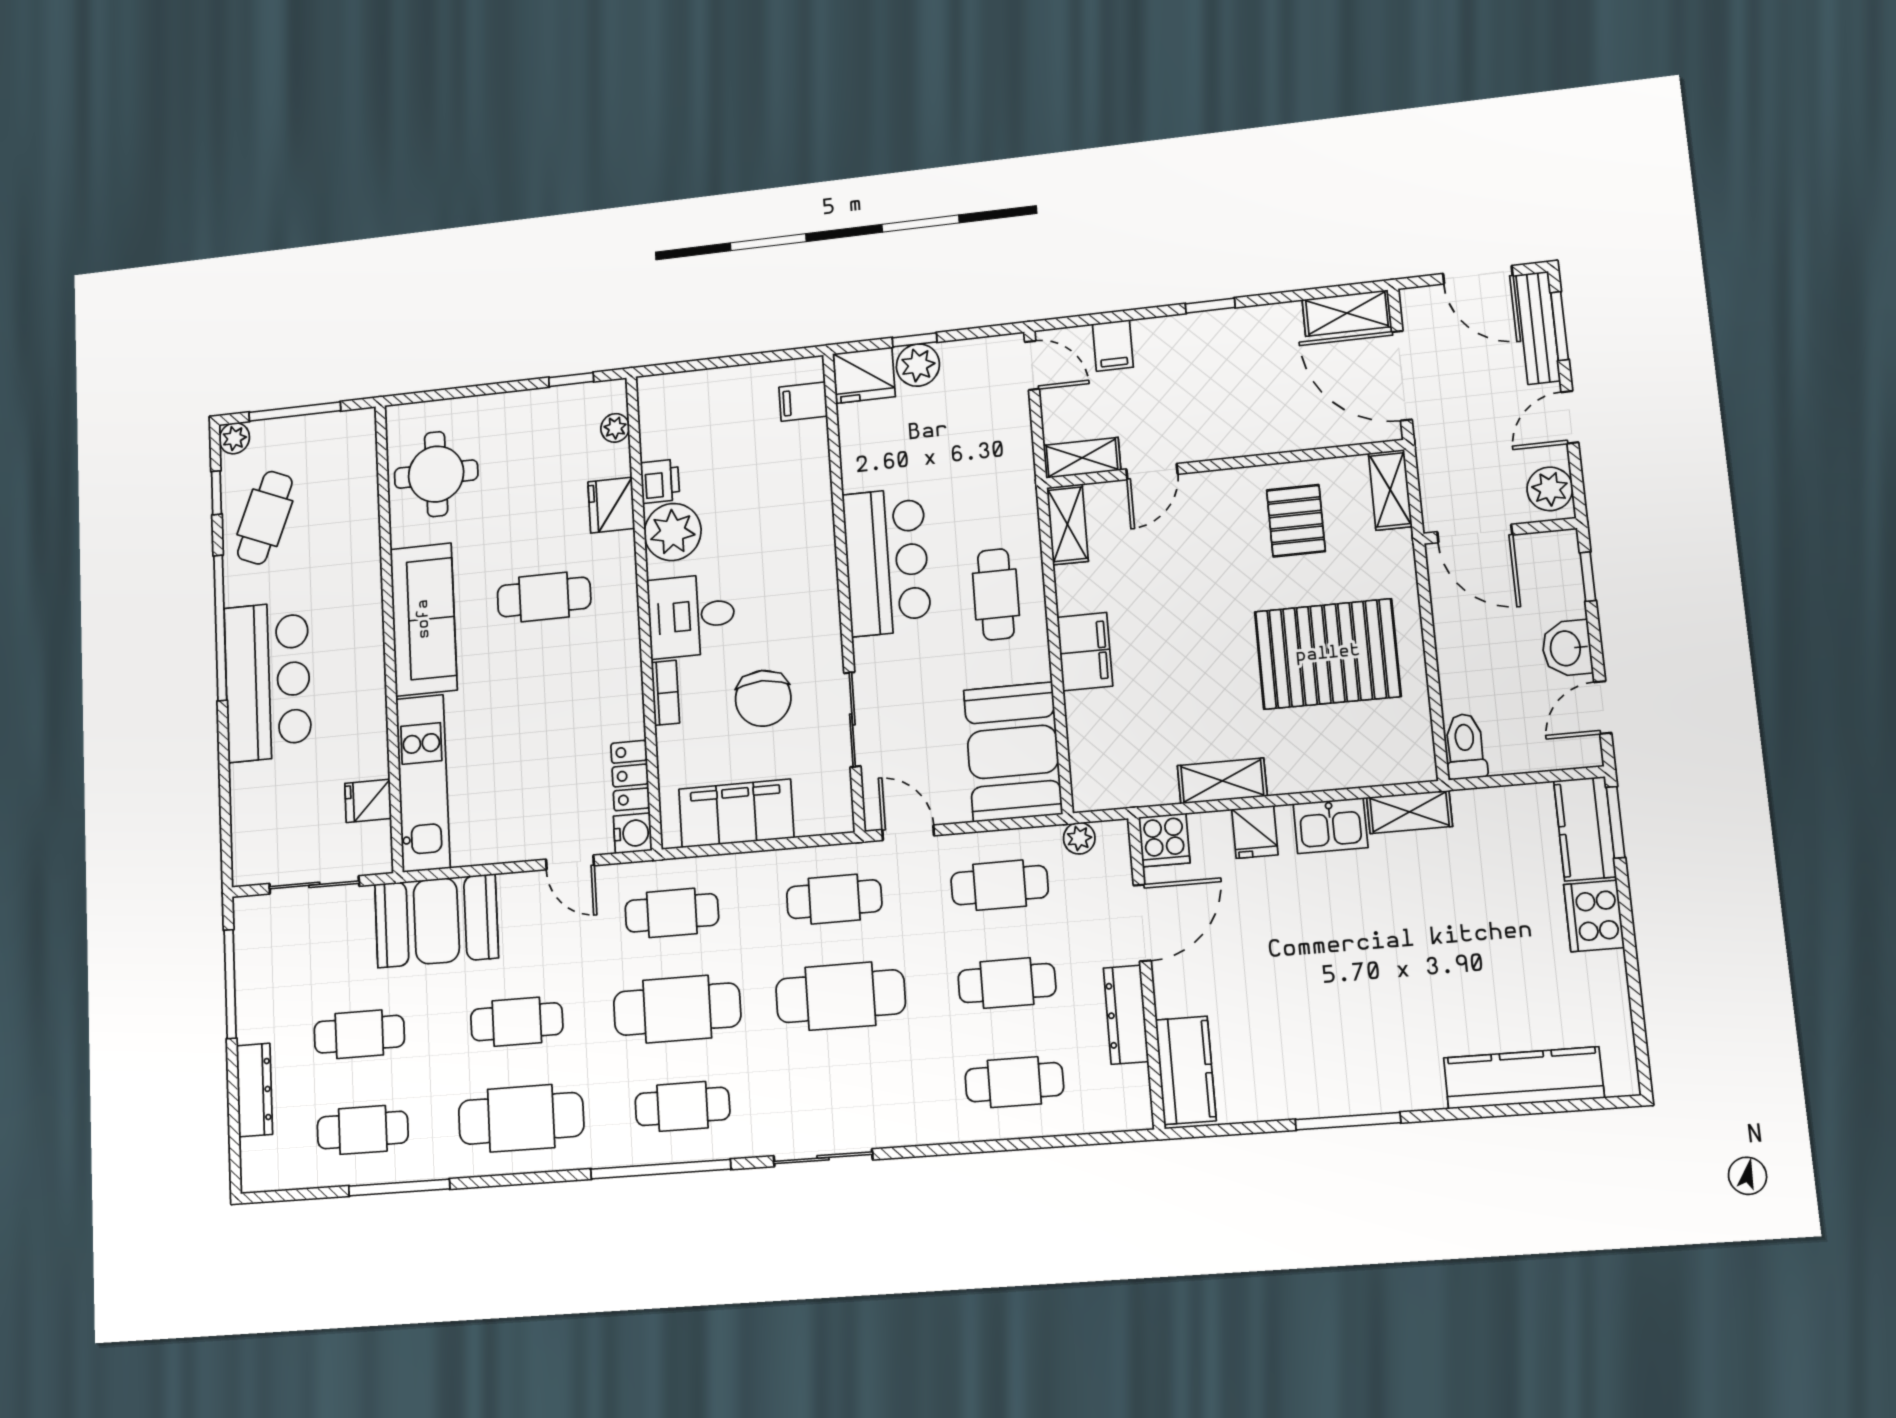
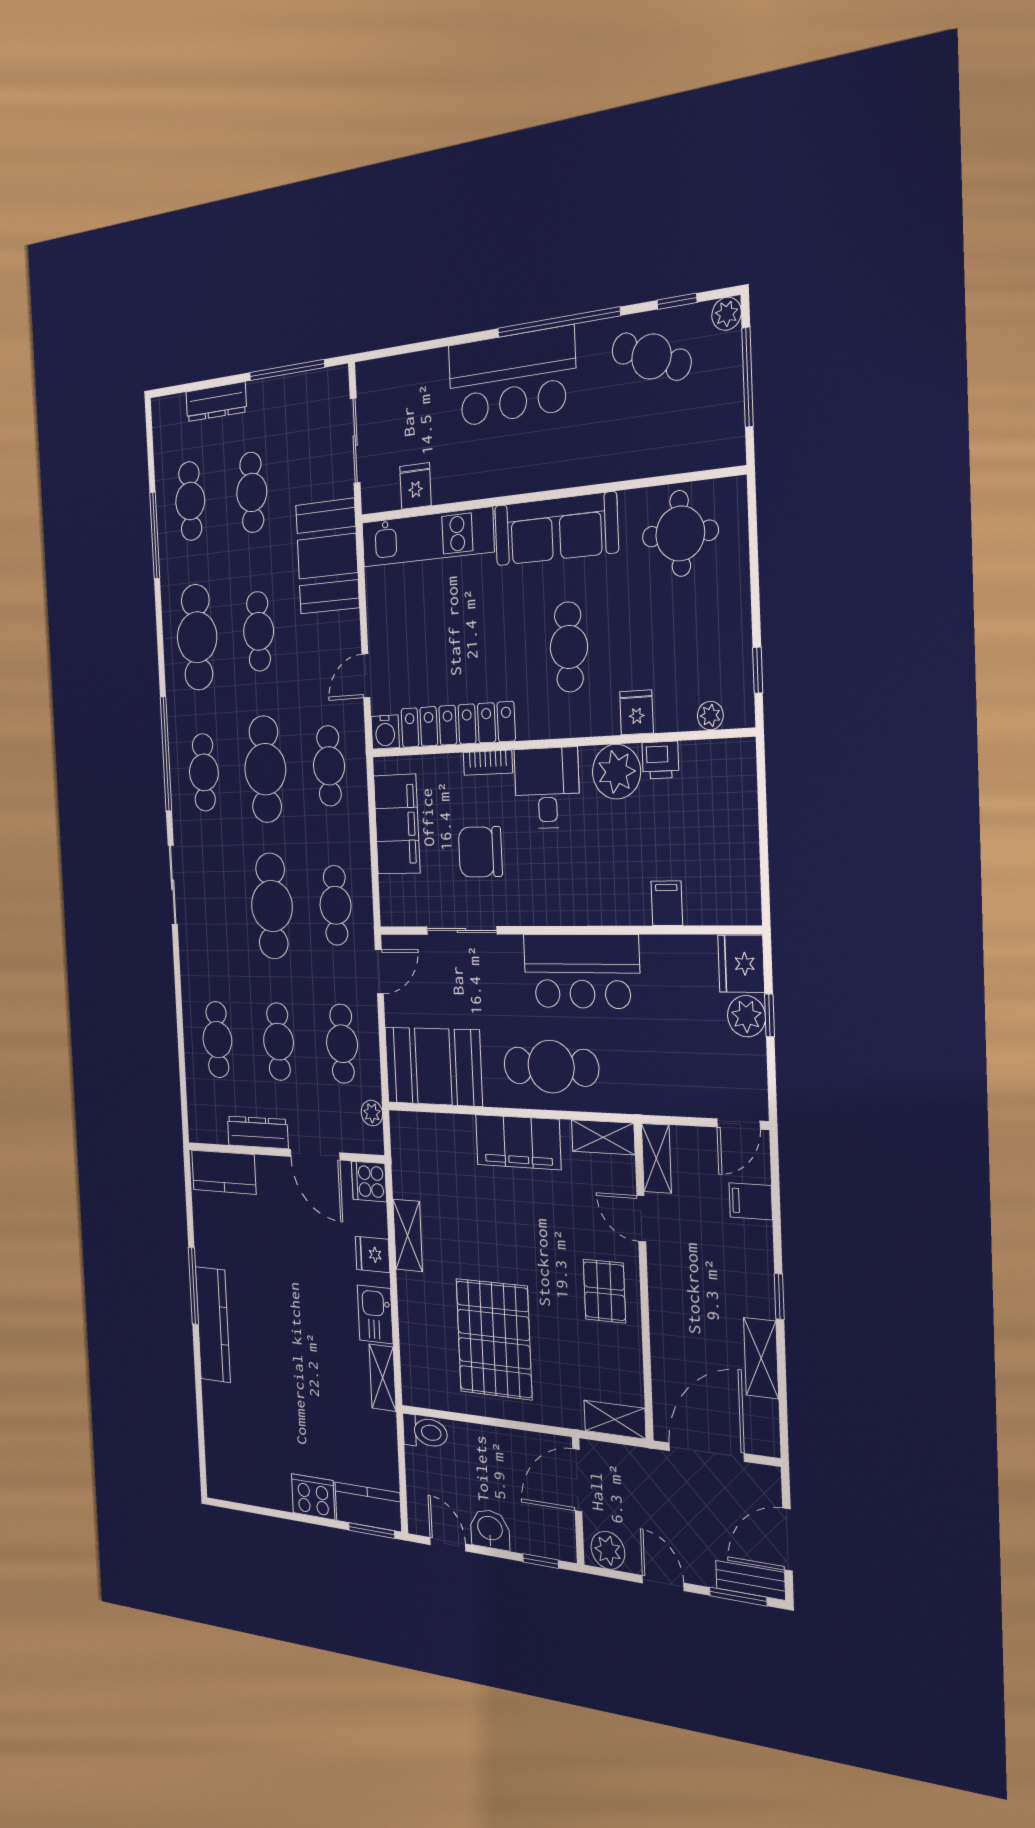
shelving: (1347, 313) -> (761, 1358), moved
bench: (1538, 328) -> (750, 1580), width x0.73
filing cabinet: (803, 402) -> (667, 903), moved
fridge: (611, 505) -> (637, 712), width x0.72
pallet: (1296, 521) -> (604, 1291), moved, turned 90
cafe table: (996, 594) -> (551, 1067), width x1.37, depth x1.35
filing cabinet: (1085, 652) -> (518, 1142), width x1.50, depth x1.17
locker: (630, 776) -> (457, 725), width x2.16, depth x1.21
kitchen counter: (1524, 1078) -> (213, 1325), moved

